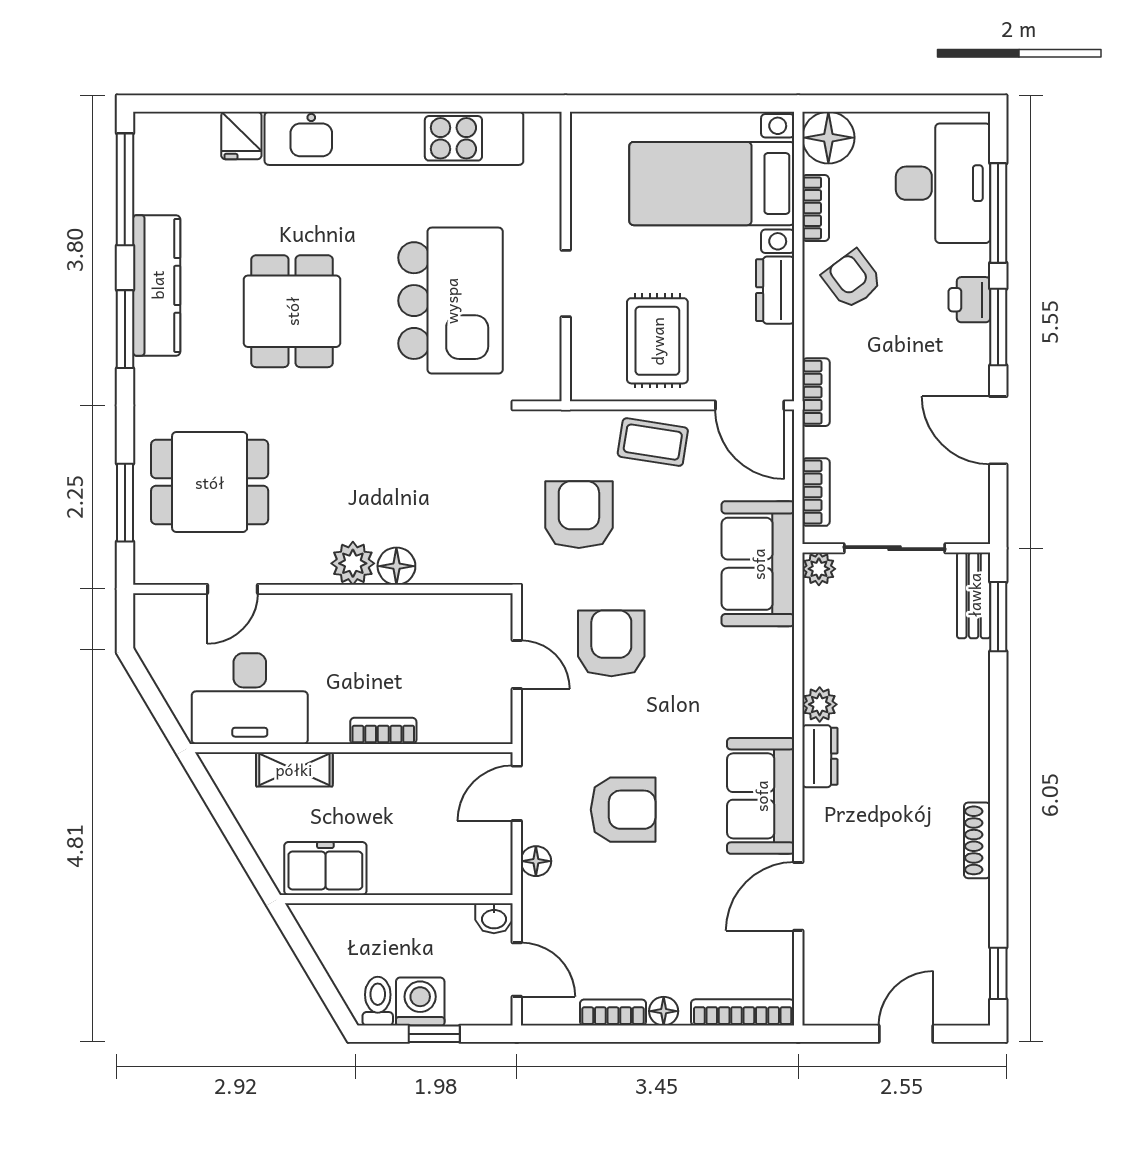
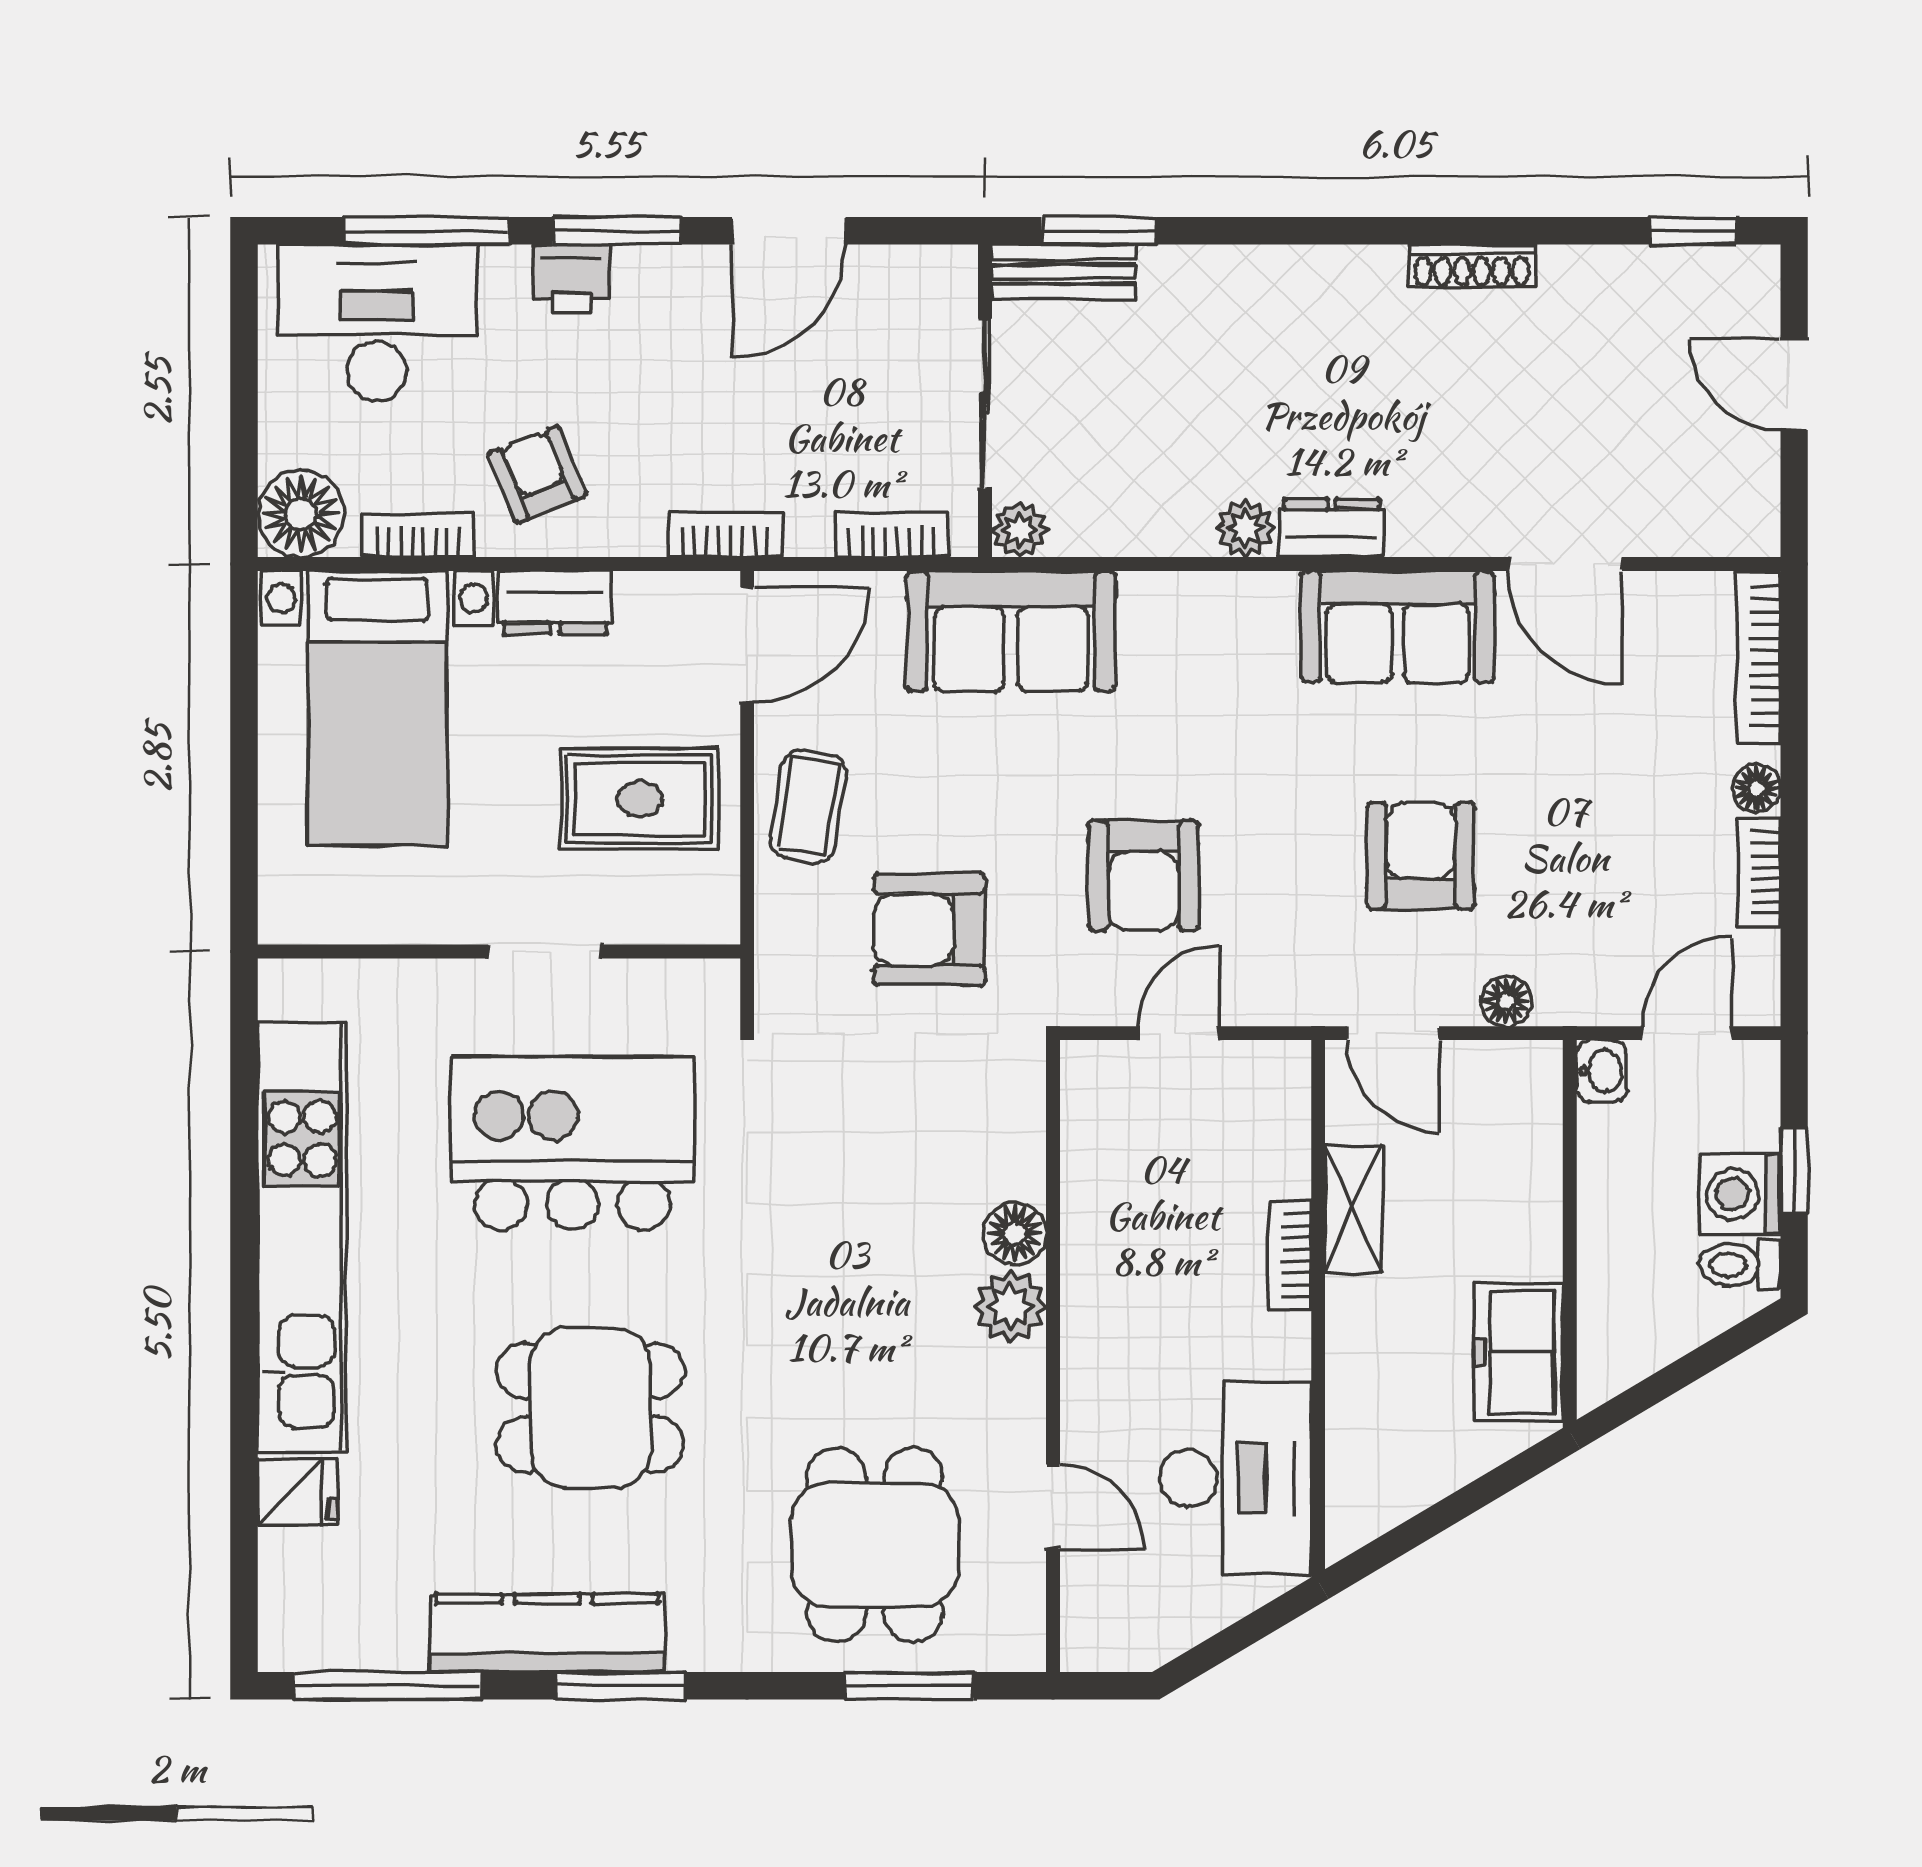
armchair: (852, 279) -> (537, 474), turned 105
armchair: (611, 643) -> (1144, 875), turned -90
shelving: (294, 769) -> (1354, 1209), moved

